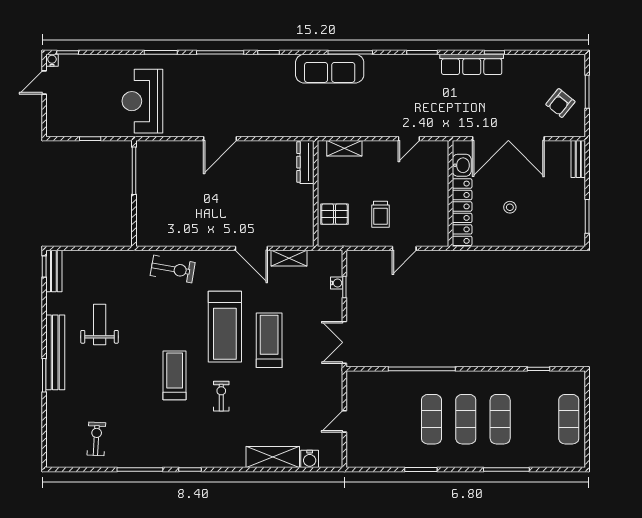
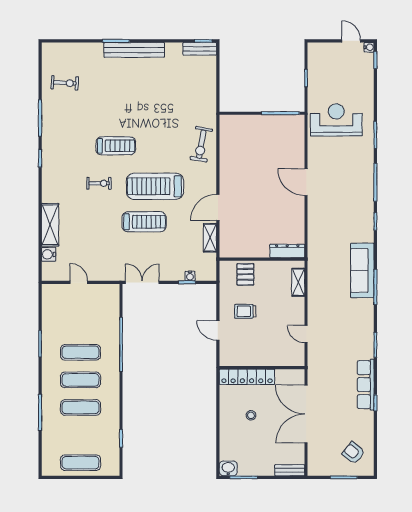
armchair: (560, 103) -> (353, 453), moved
washbasin: (462, 165) -> (228, 468), moved, turned 180
weight bench: (100, 325) -> (157, 85), removed

